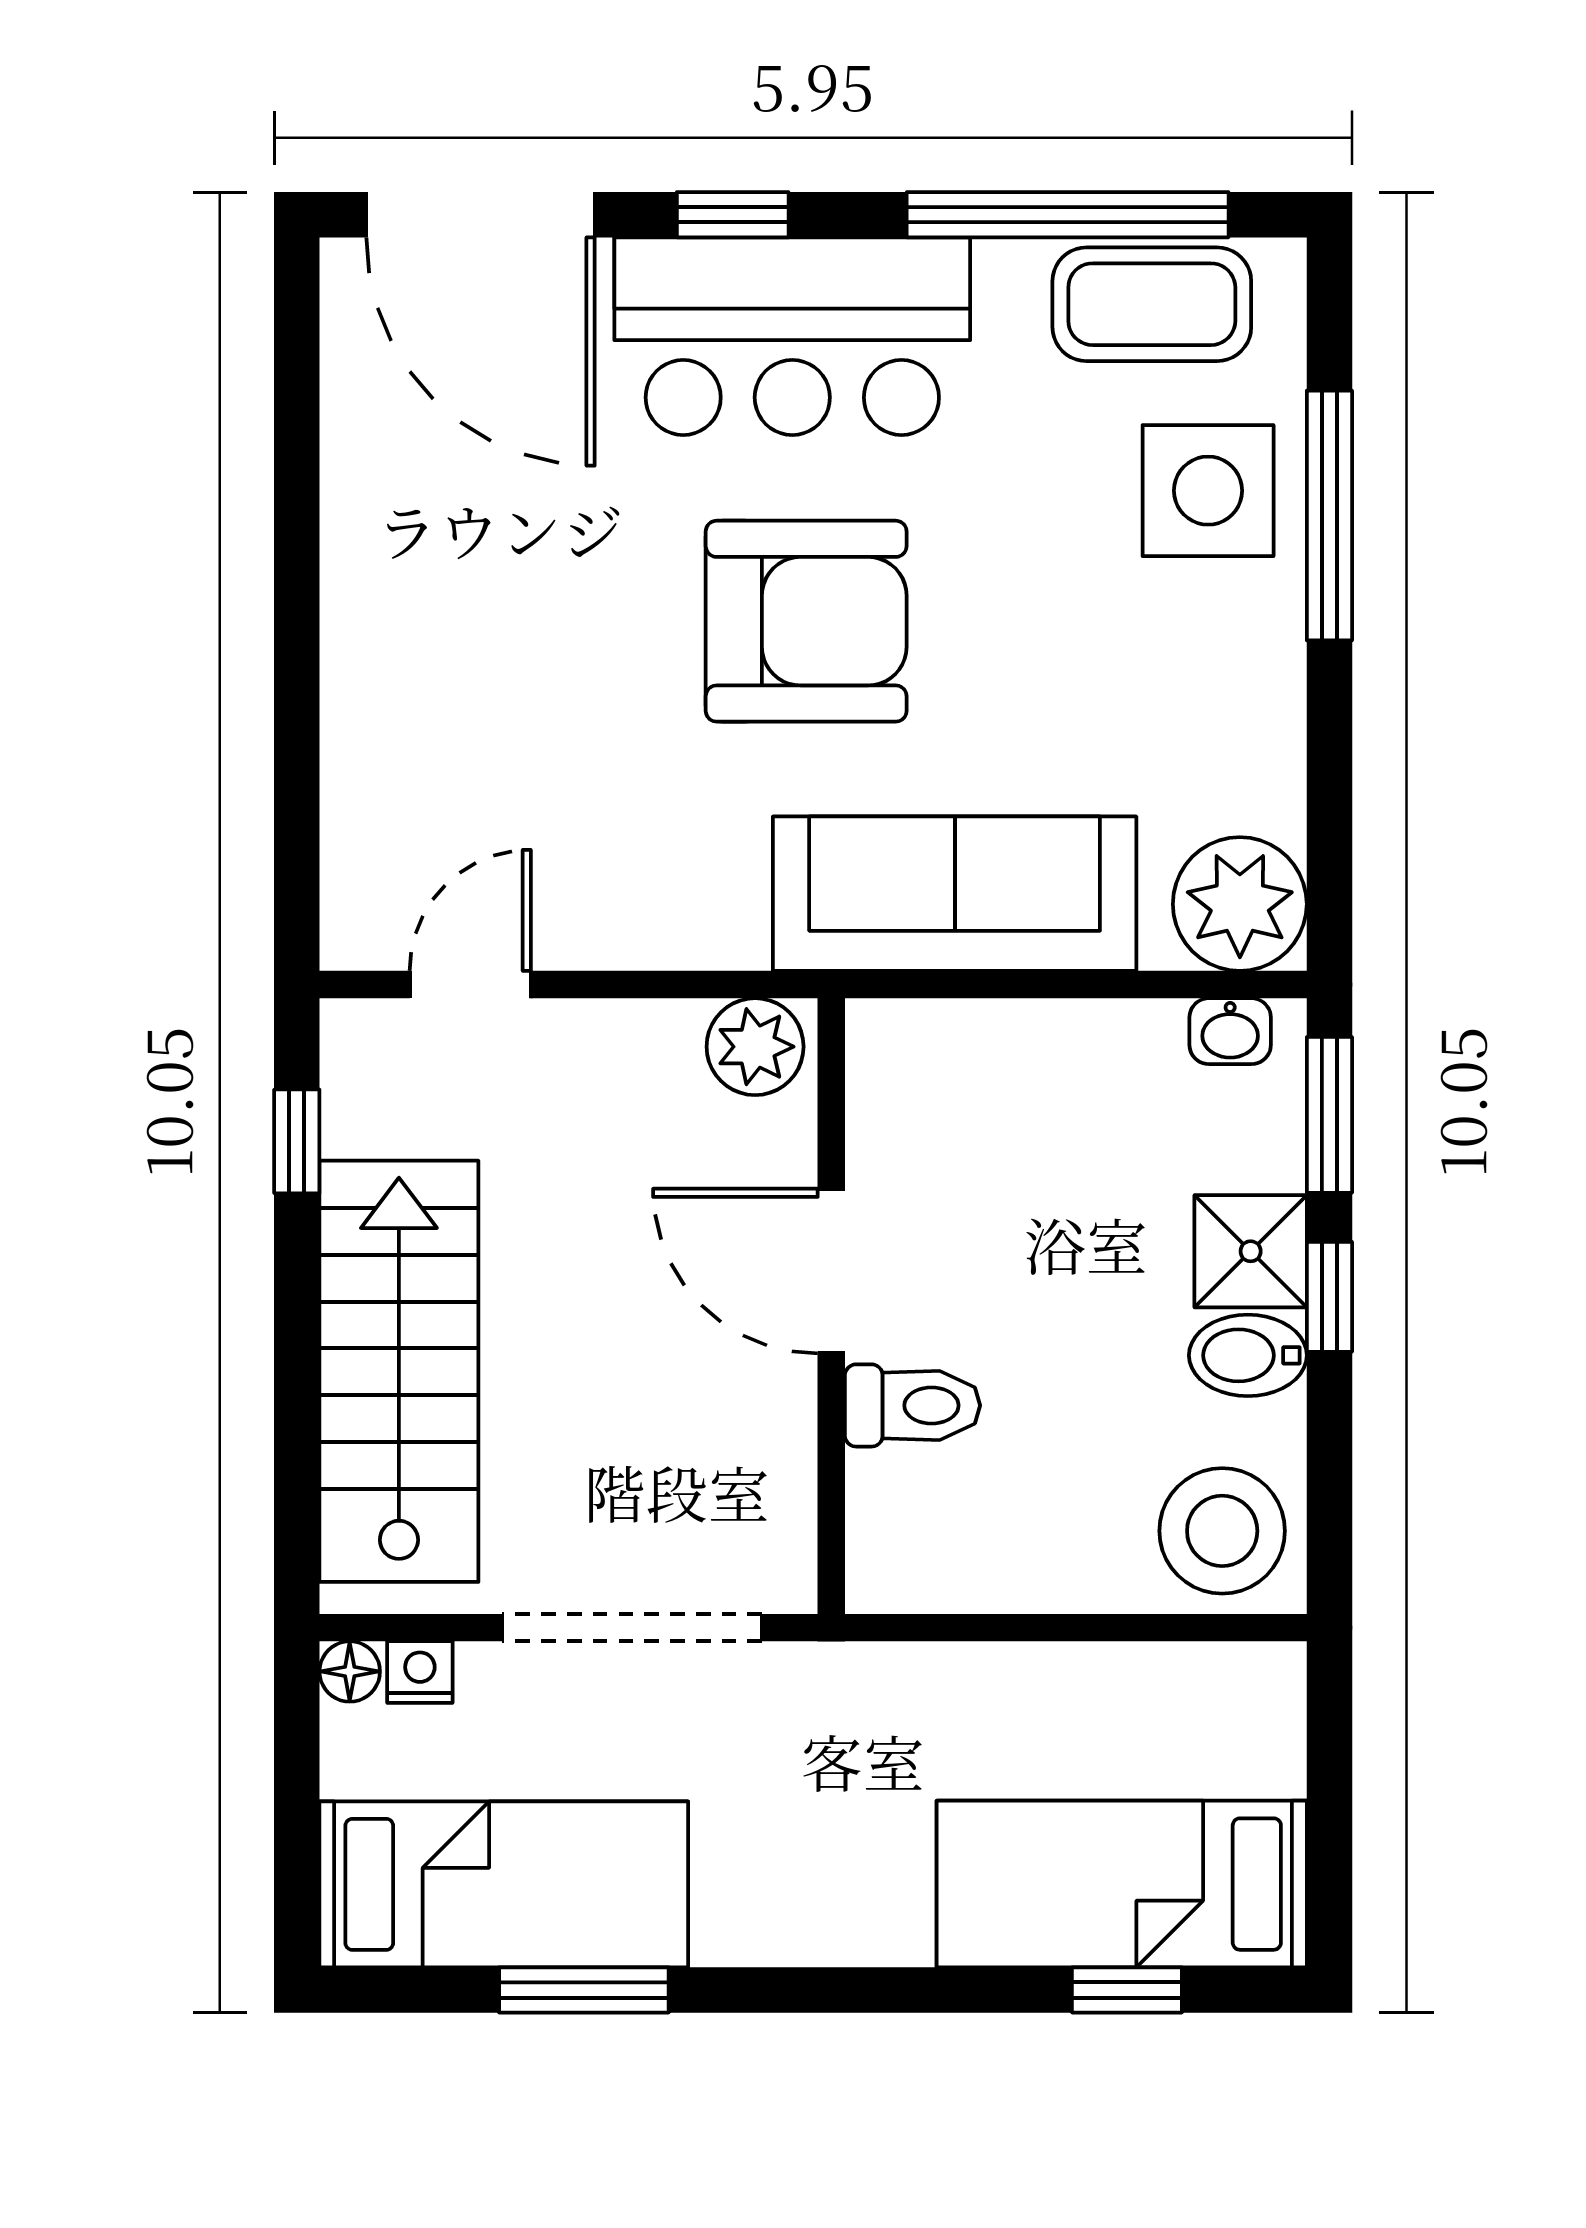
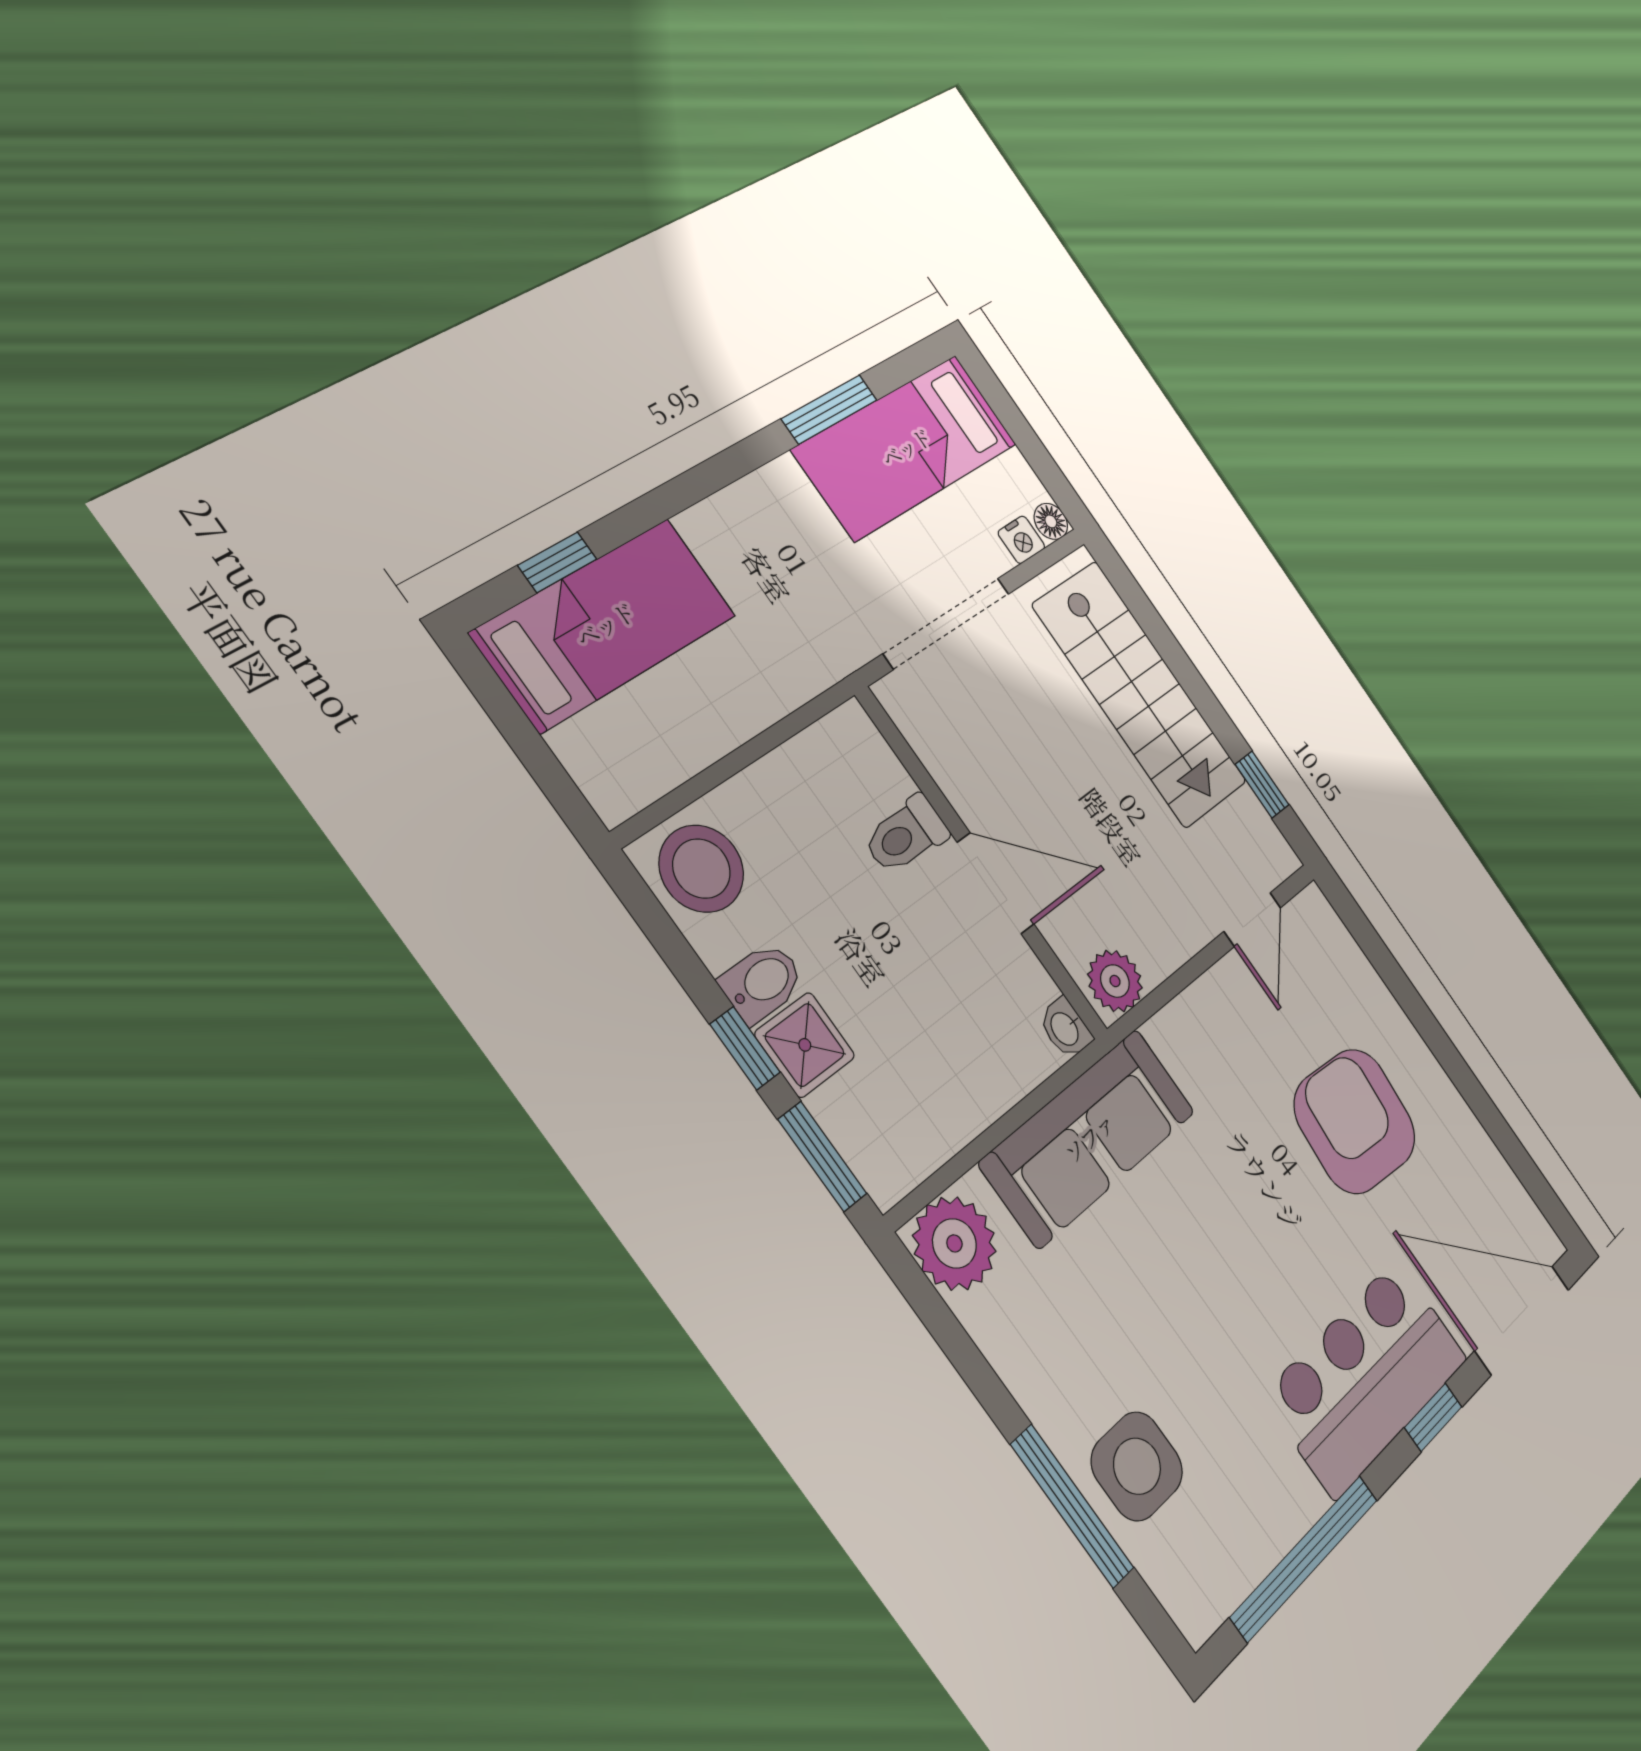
coffee table: (1152, 304) -> (1235, 1546), removed
armchair: (806, 621) -> (1355, 1121), moved, turned 95
washbasin: (1230, 1031) -> (1065, 1028), moved, turned -90

